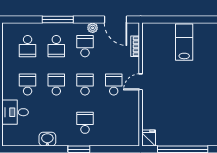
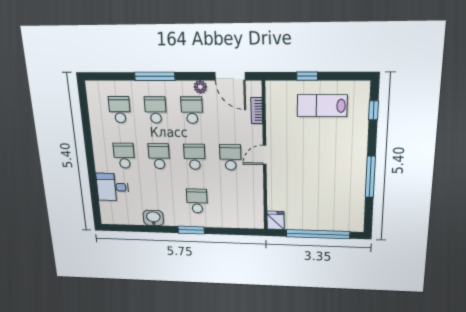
window: (173, 20) -> (307, 76), added
lab bench: (184, 42) -> (322, 106), turned -90
school desk: (28, 46) -> (120, 110), turned 180
school desk: (56, 46) -> (155, 110), turned 180

